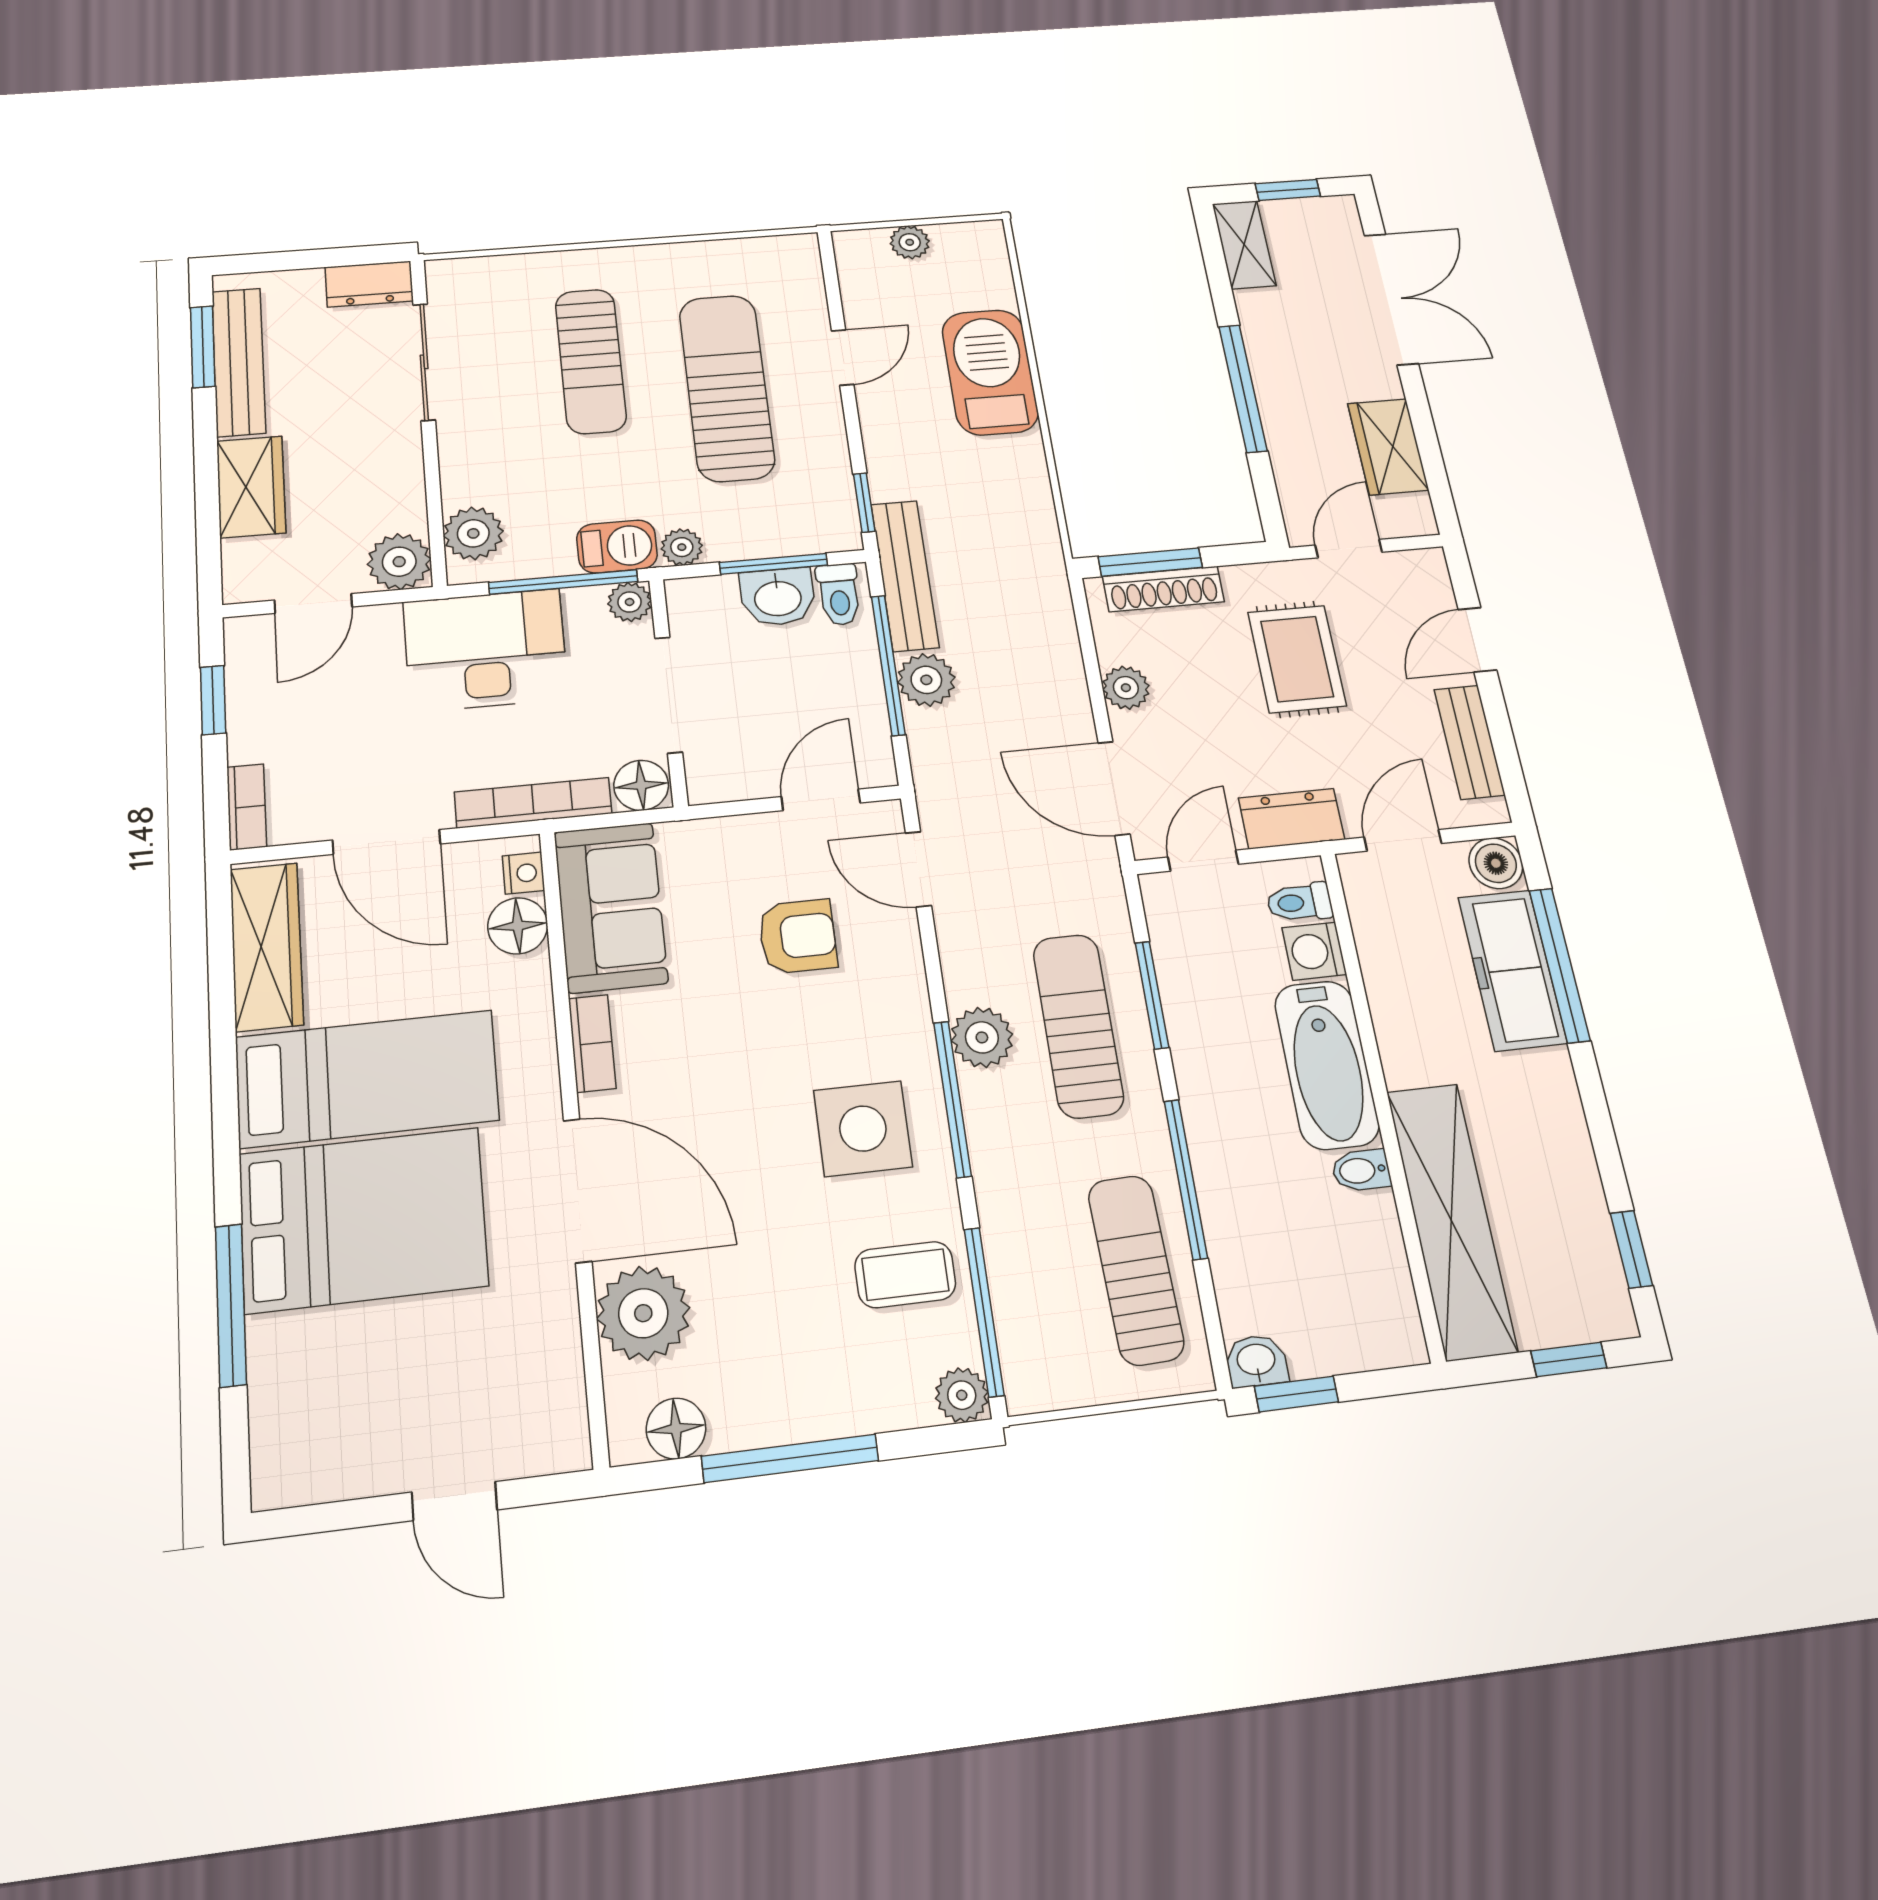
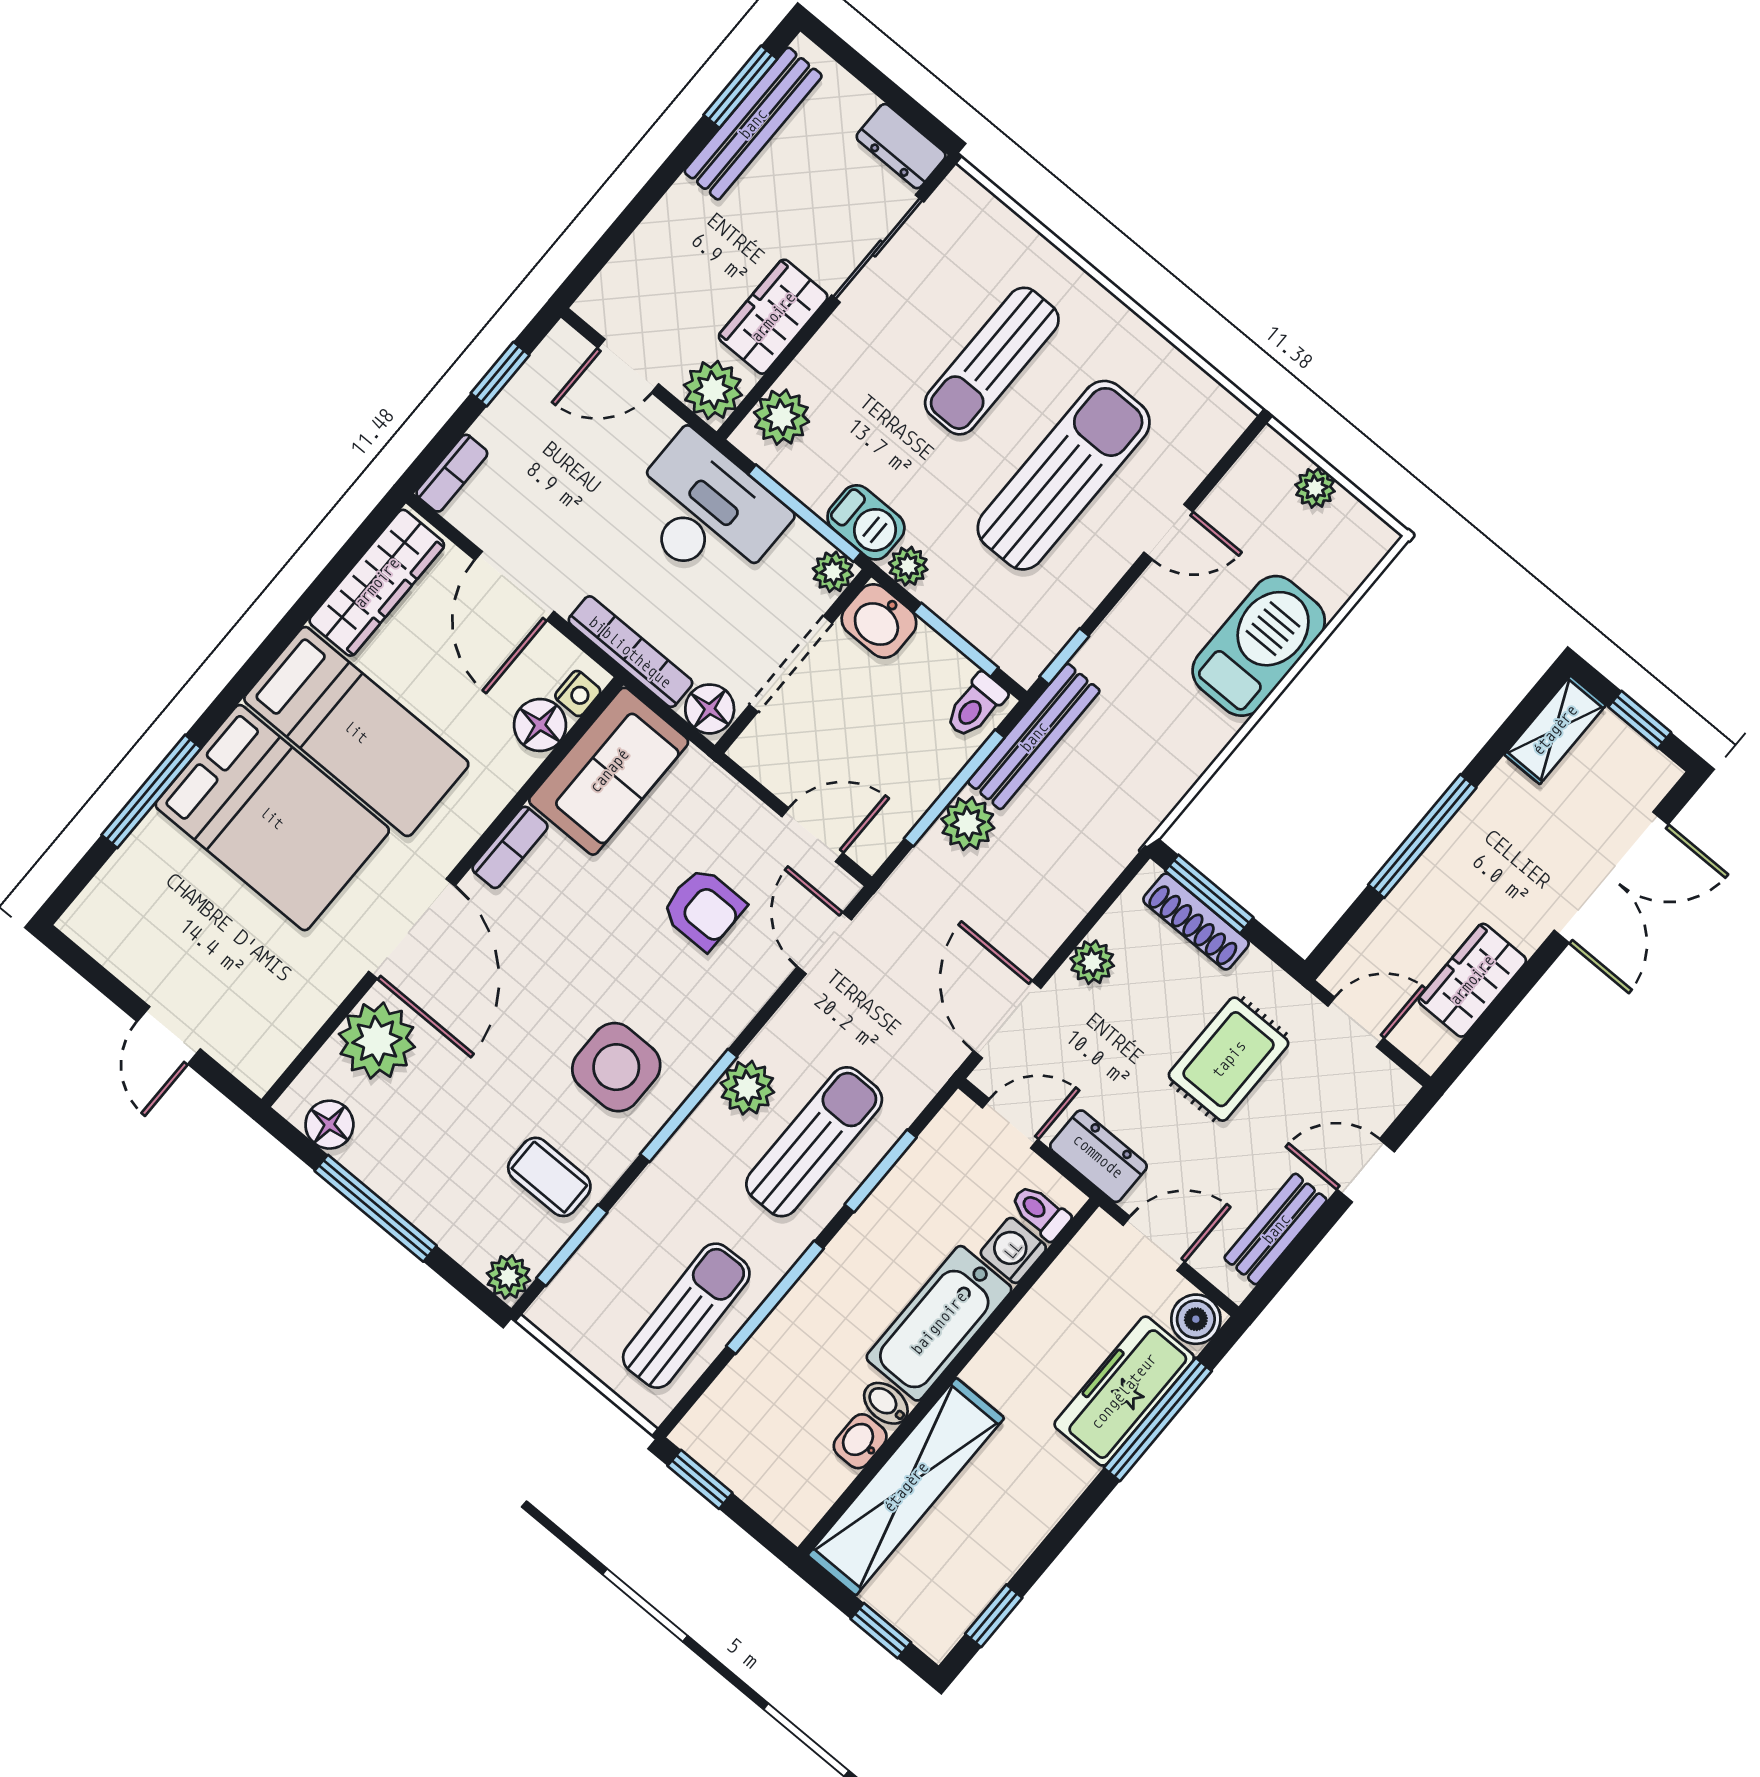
wardrobe: (251, 487) -> (773, 317), moved, turned 180
washbasin: (778, 597) -> (879, 621), moved
window: (984, 1312) -> (572, 1245), width x0.69
washbasin: (1256, 1361) -> (860, 1441), moved, turned -90

